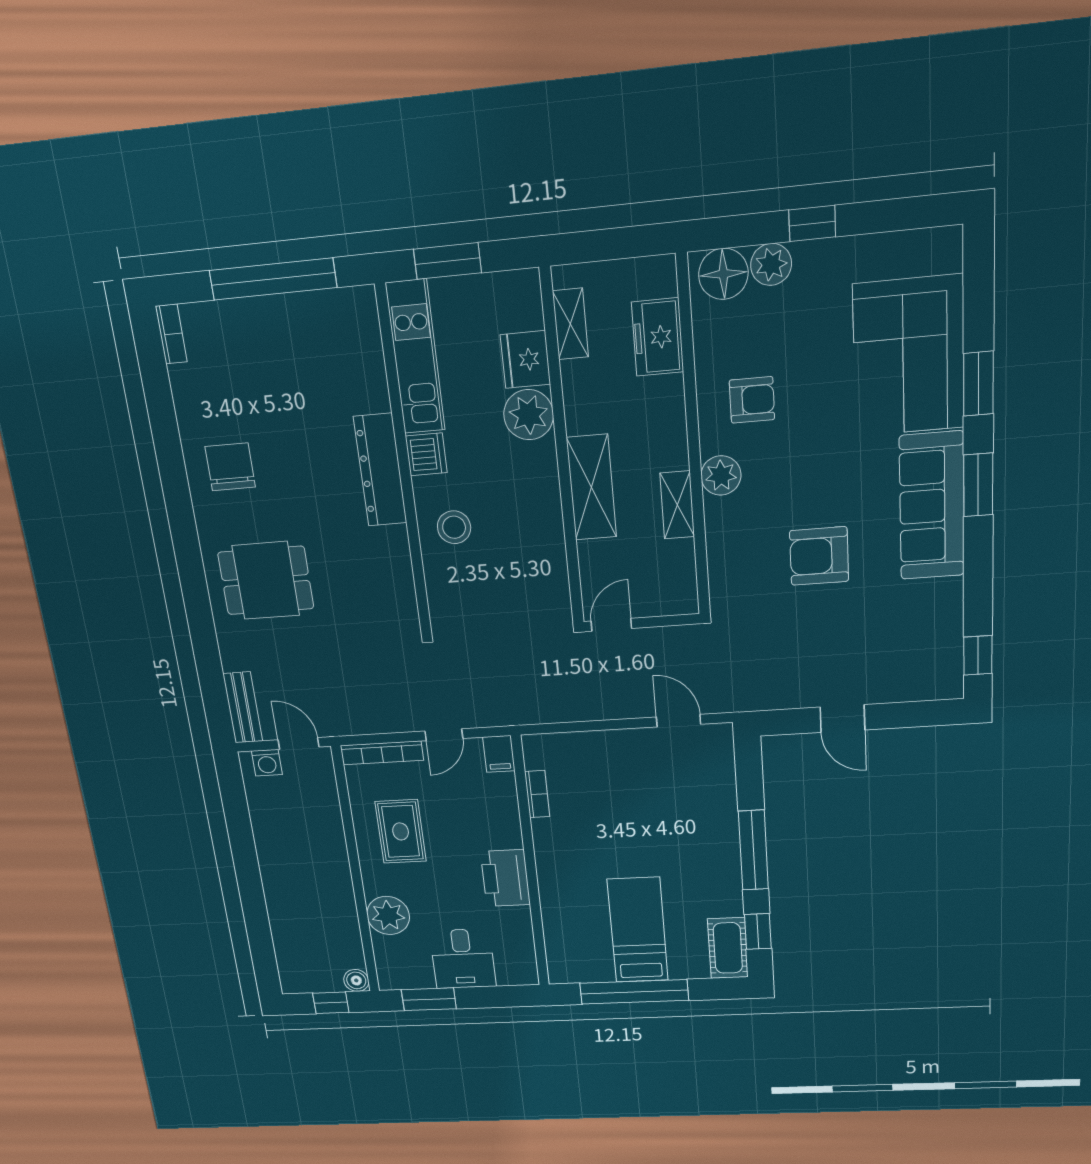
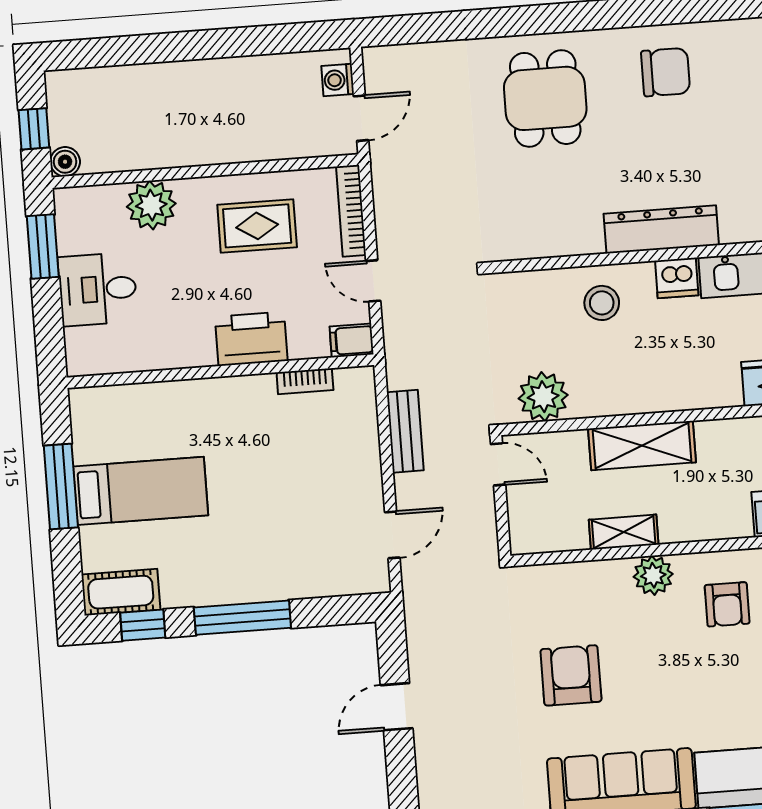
plant: (529, 415) -> (543, 397), moved
bench: (243, 707) -> (405, 431), moved, turned 90
printer: (505, 878) -> (251, 339), moved
window: (634, 992) -> (61, 486), width x0.68

